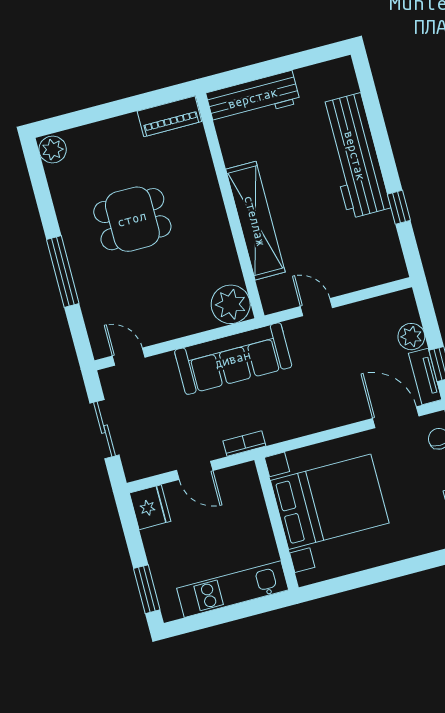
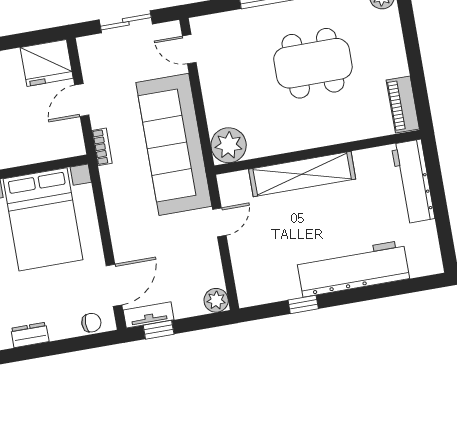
dining table: (132, 219) -> (313, 63), width x1.38
plant: (411, 337) -> (216, 300), moved
door: (129, 357) -> (189, 49), swing flipped
sofa: (233, 359) -> (174, 144), width x1.36, depth x1.27
fridge: (150, 507) -> (47, 63), width x1.36, depth x1.34

